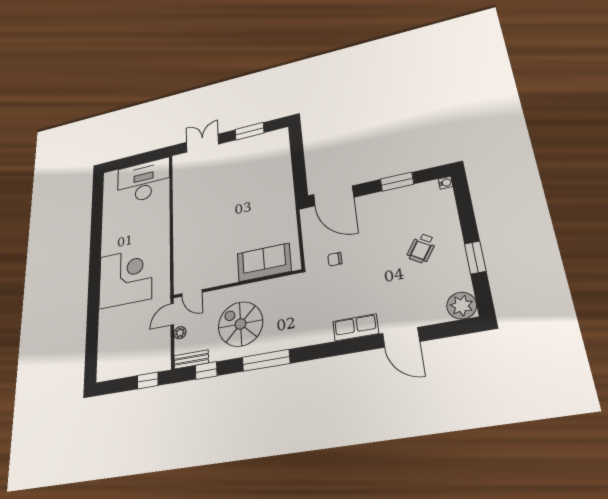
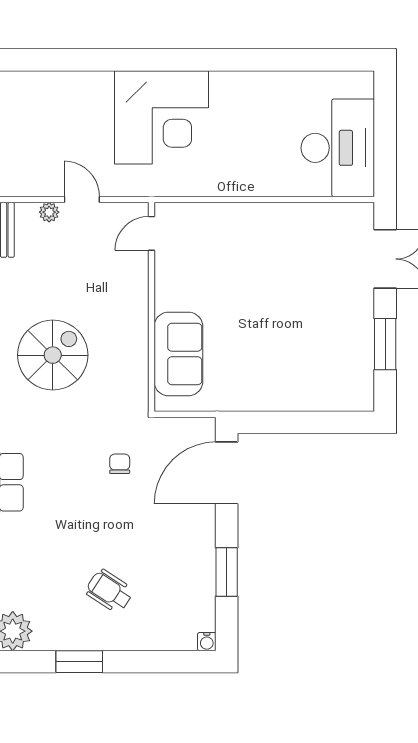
sofa: (264, 262) -> (178, 354), moved
wall: (236, 284) -> (152, 307), moved
door: (192, 293) -> (152, 233), moved
spiral stairs: (240, 324) -> (53, 355), moved

